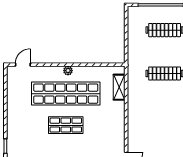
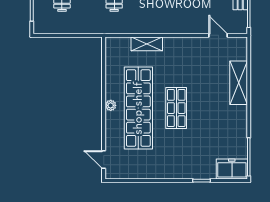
shelving: (119, 87) -> (147, 44), moved

